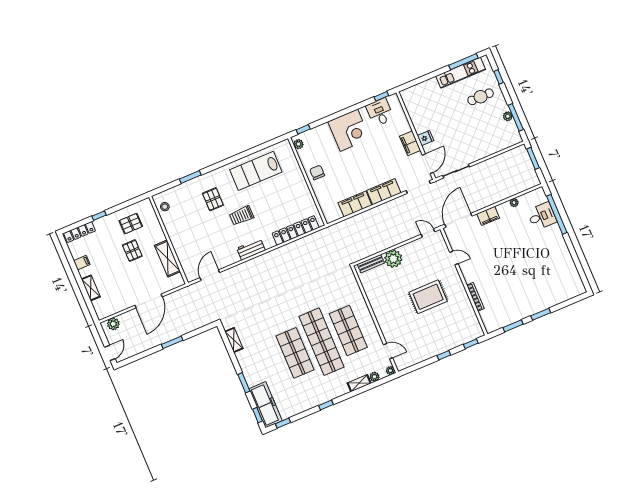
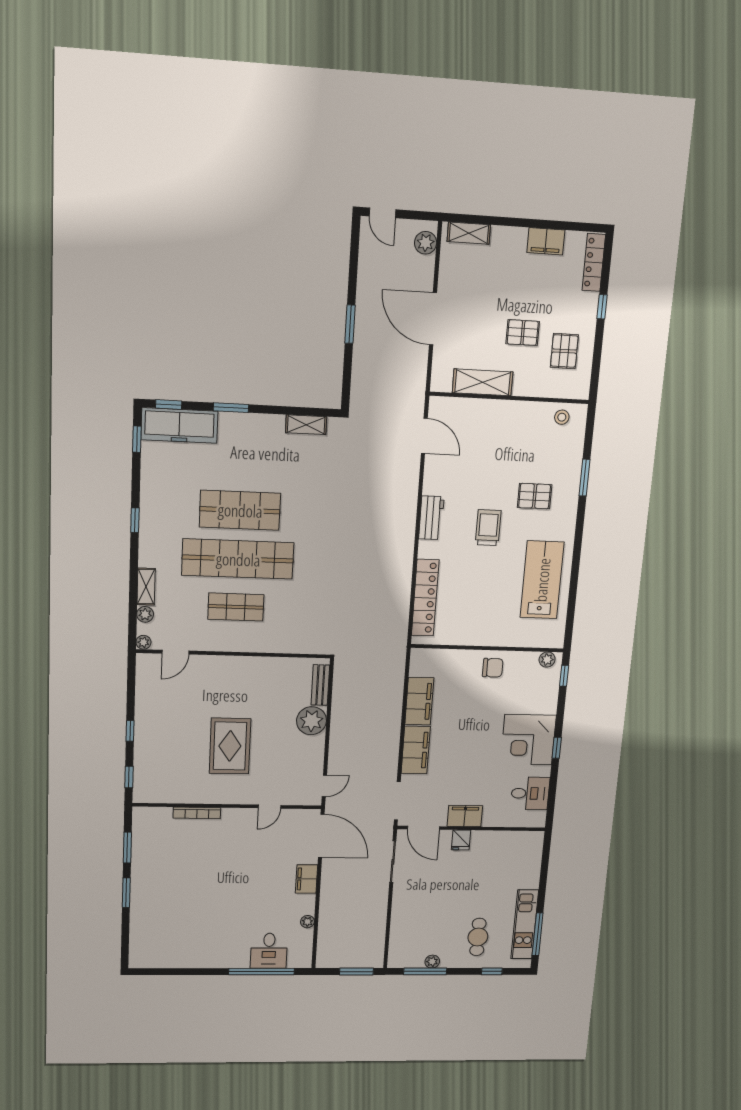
window: (381, 96) -> (557, 748), moved
filing cabinet: (82, 263) -> (546, 241), width x2.00
shelving: (91, 288) -> (469, 233), moved
shop shelf: (348, 330) -> (236, 607), width x0.70, depth x0.74

